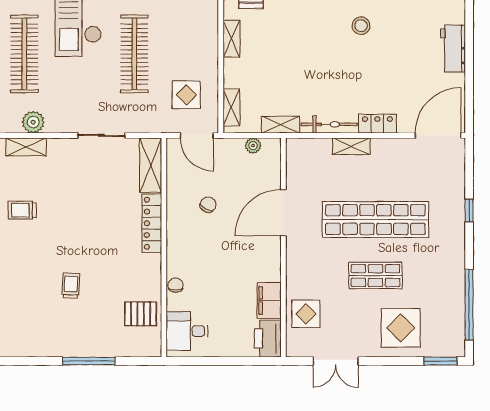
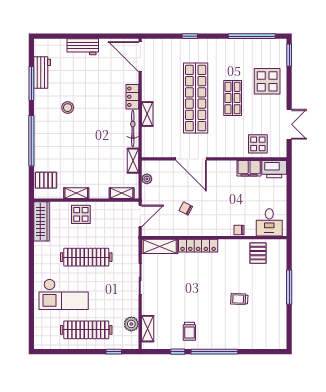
display table: (186, 95) -> (81, 214), moved

